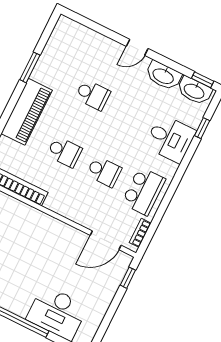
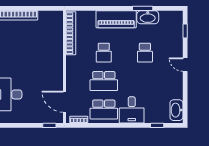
washbasin: (163, 76) -> (148, 17), moved, turned -90
window: (203, 80) -> (185, 31), moved
desk: (170, 139) -> (132, 110), moved
school desk: (104, 172) -> (104, 81), width x1.85

